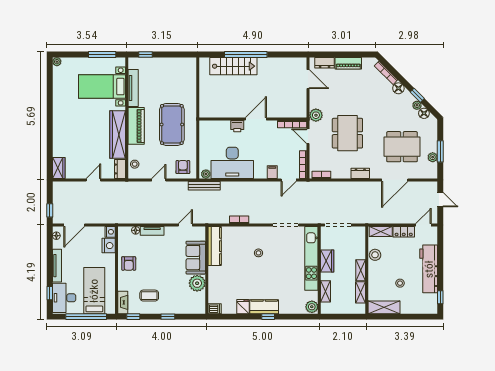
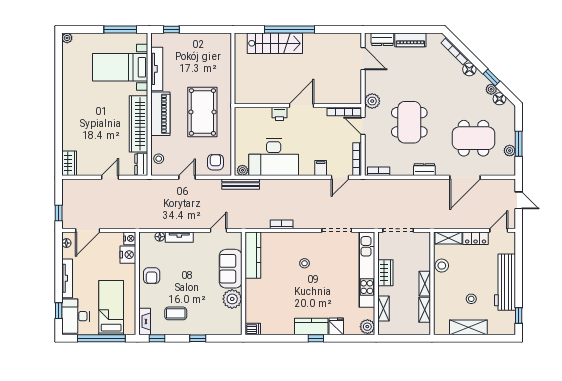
fridge: (243, 307) -> (336, 326), moved
shelving: (384, 307) -> (468, 327), moved

